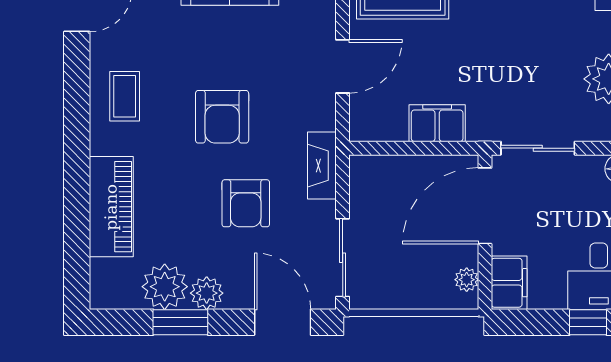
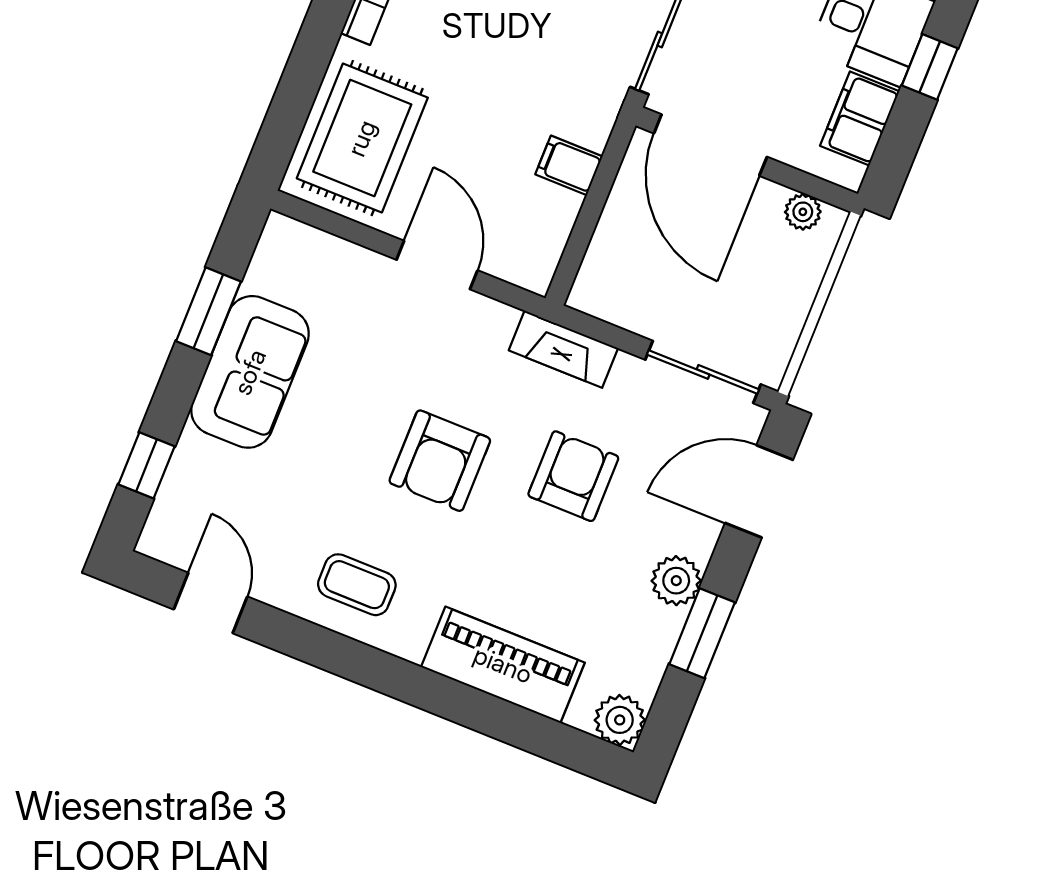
armchair: (222, 117) -> (440, 461), turned 90
filing cabinet: (437, 123) -> (569, 165), width x0.50
armchair: (246, 203) -> (573, 476), turned -90
filing cabinet: (509, 283) -> (860, 119), moved, turned -90
plant: (165, 287) -> (620, 720), moved, width x0.73, depth x0.73

